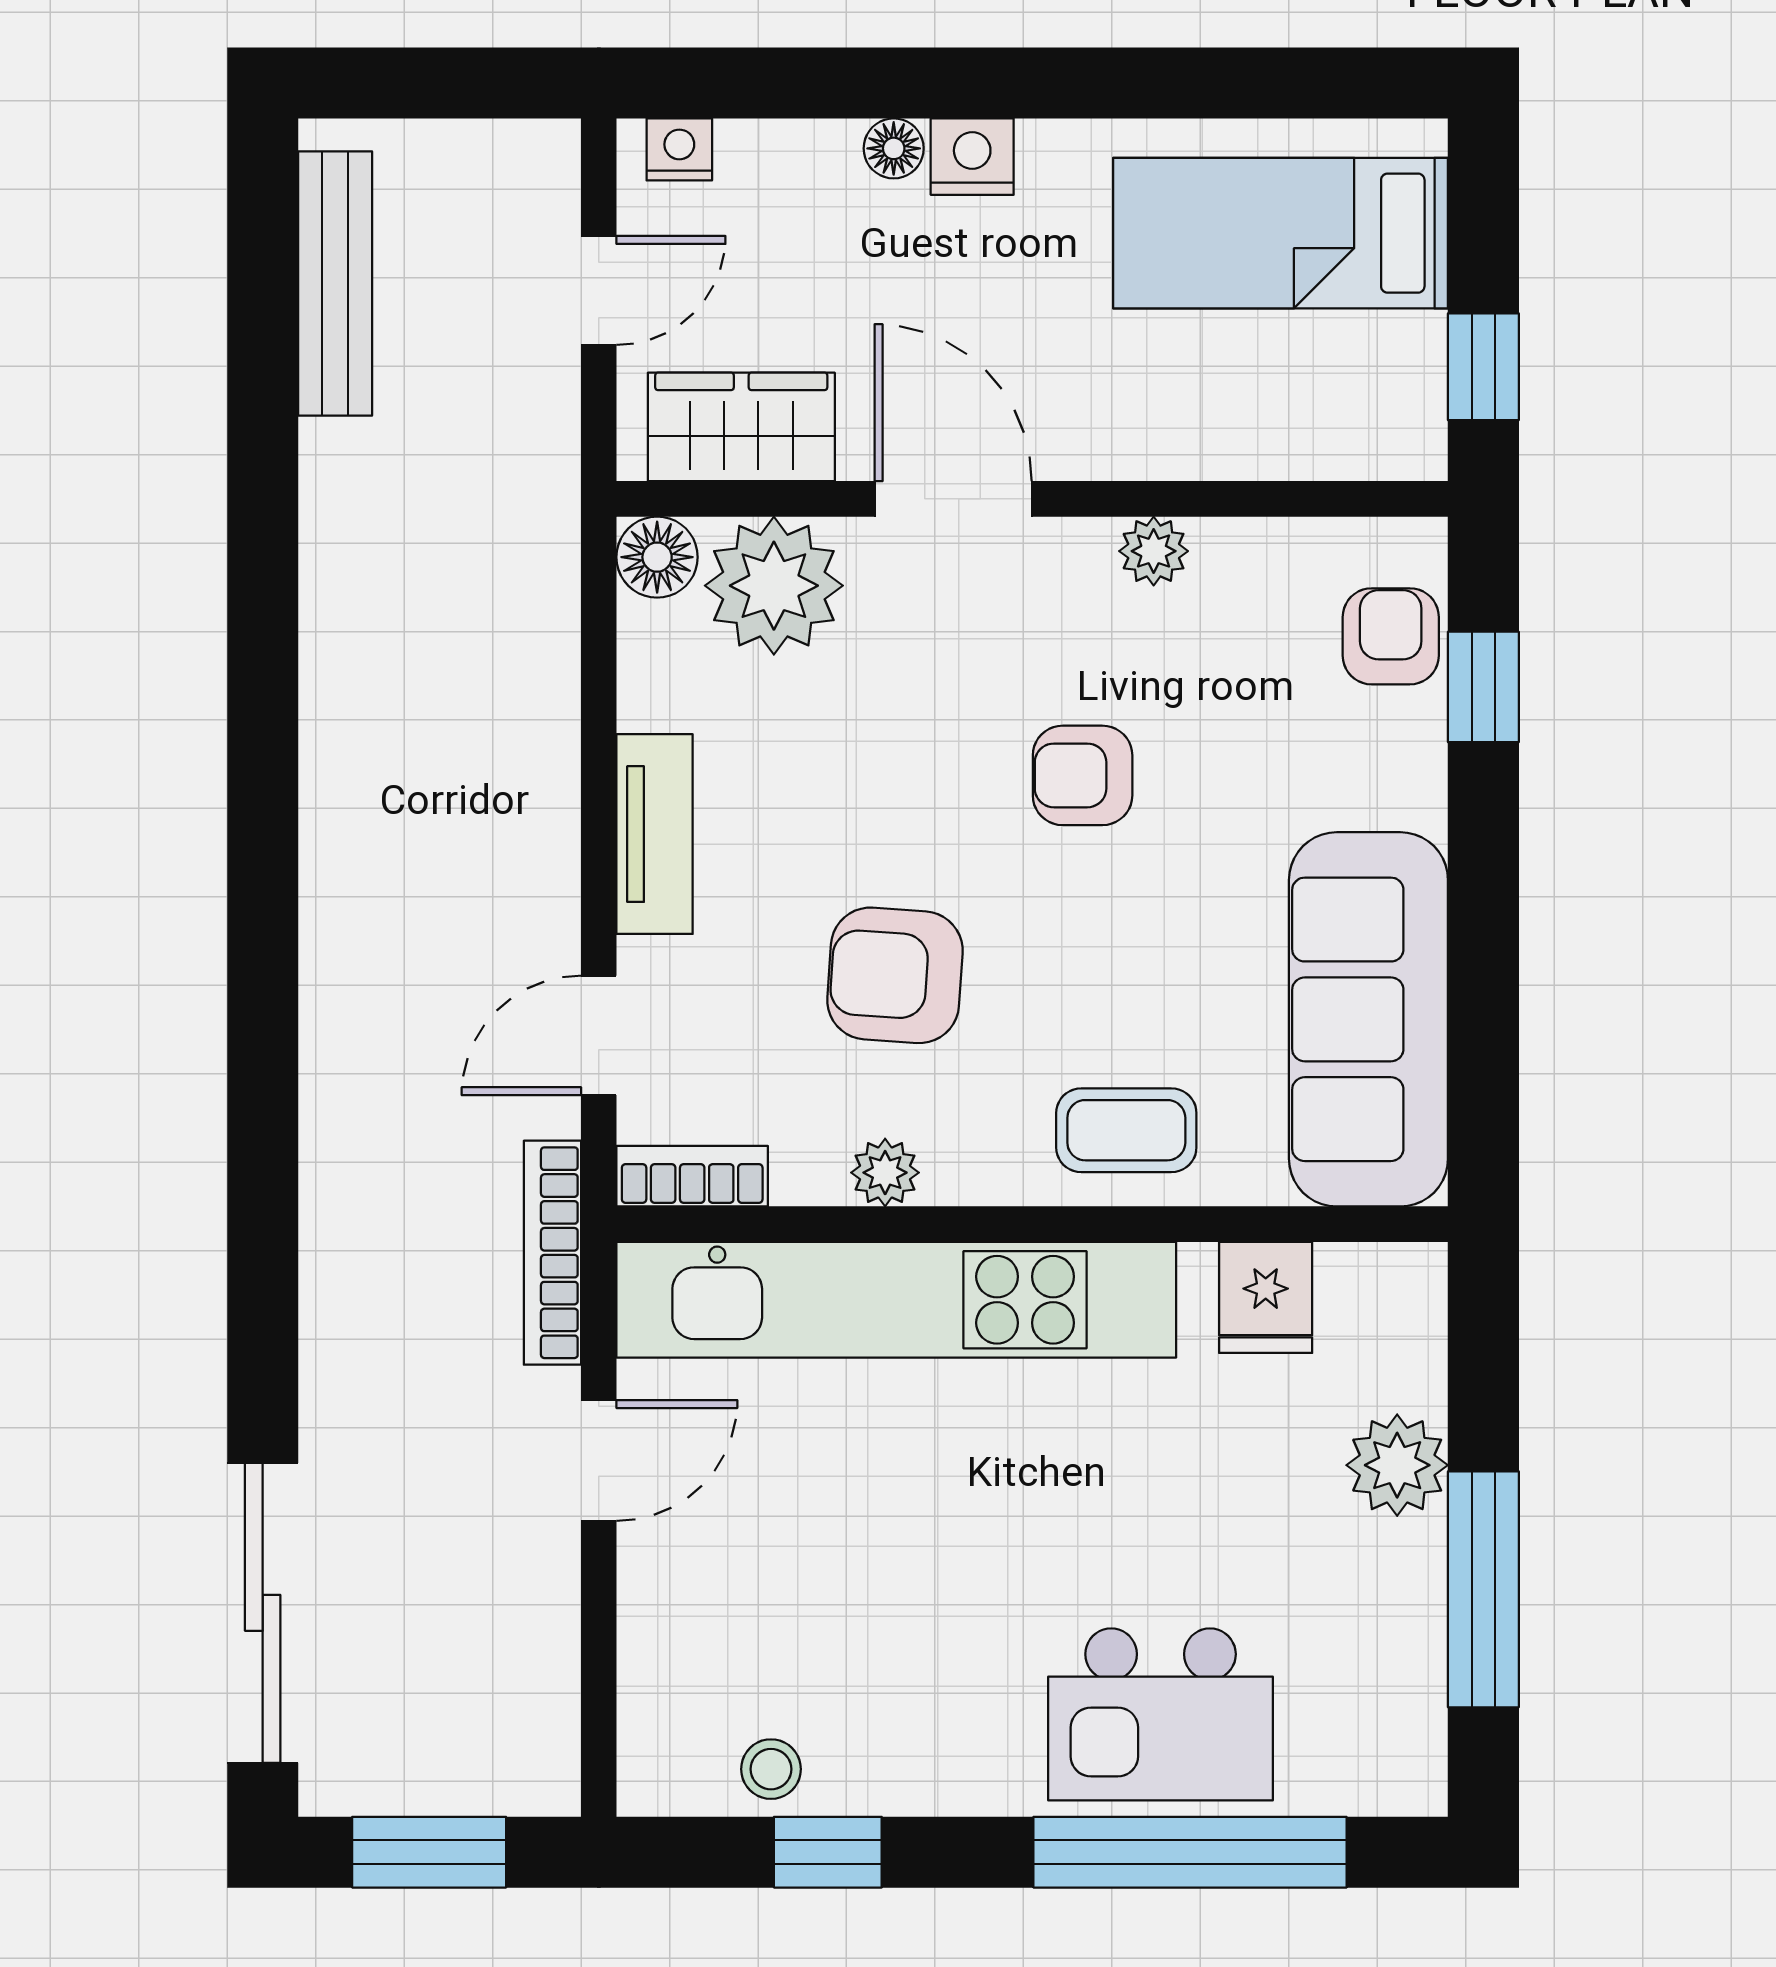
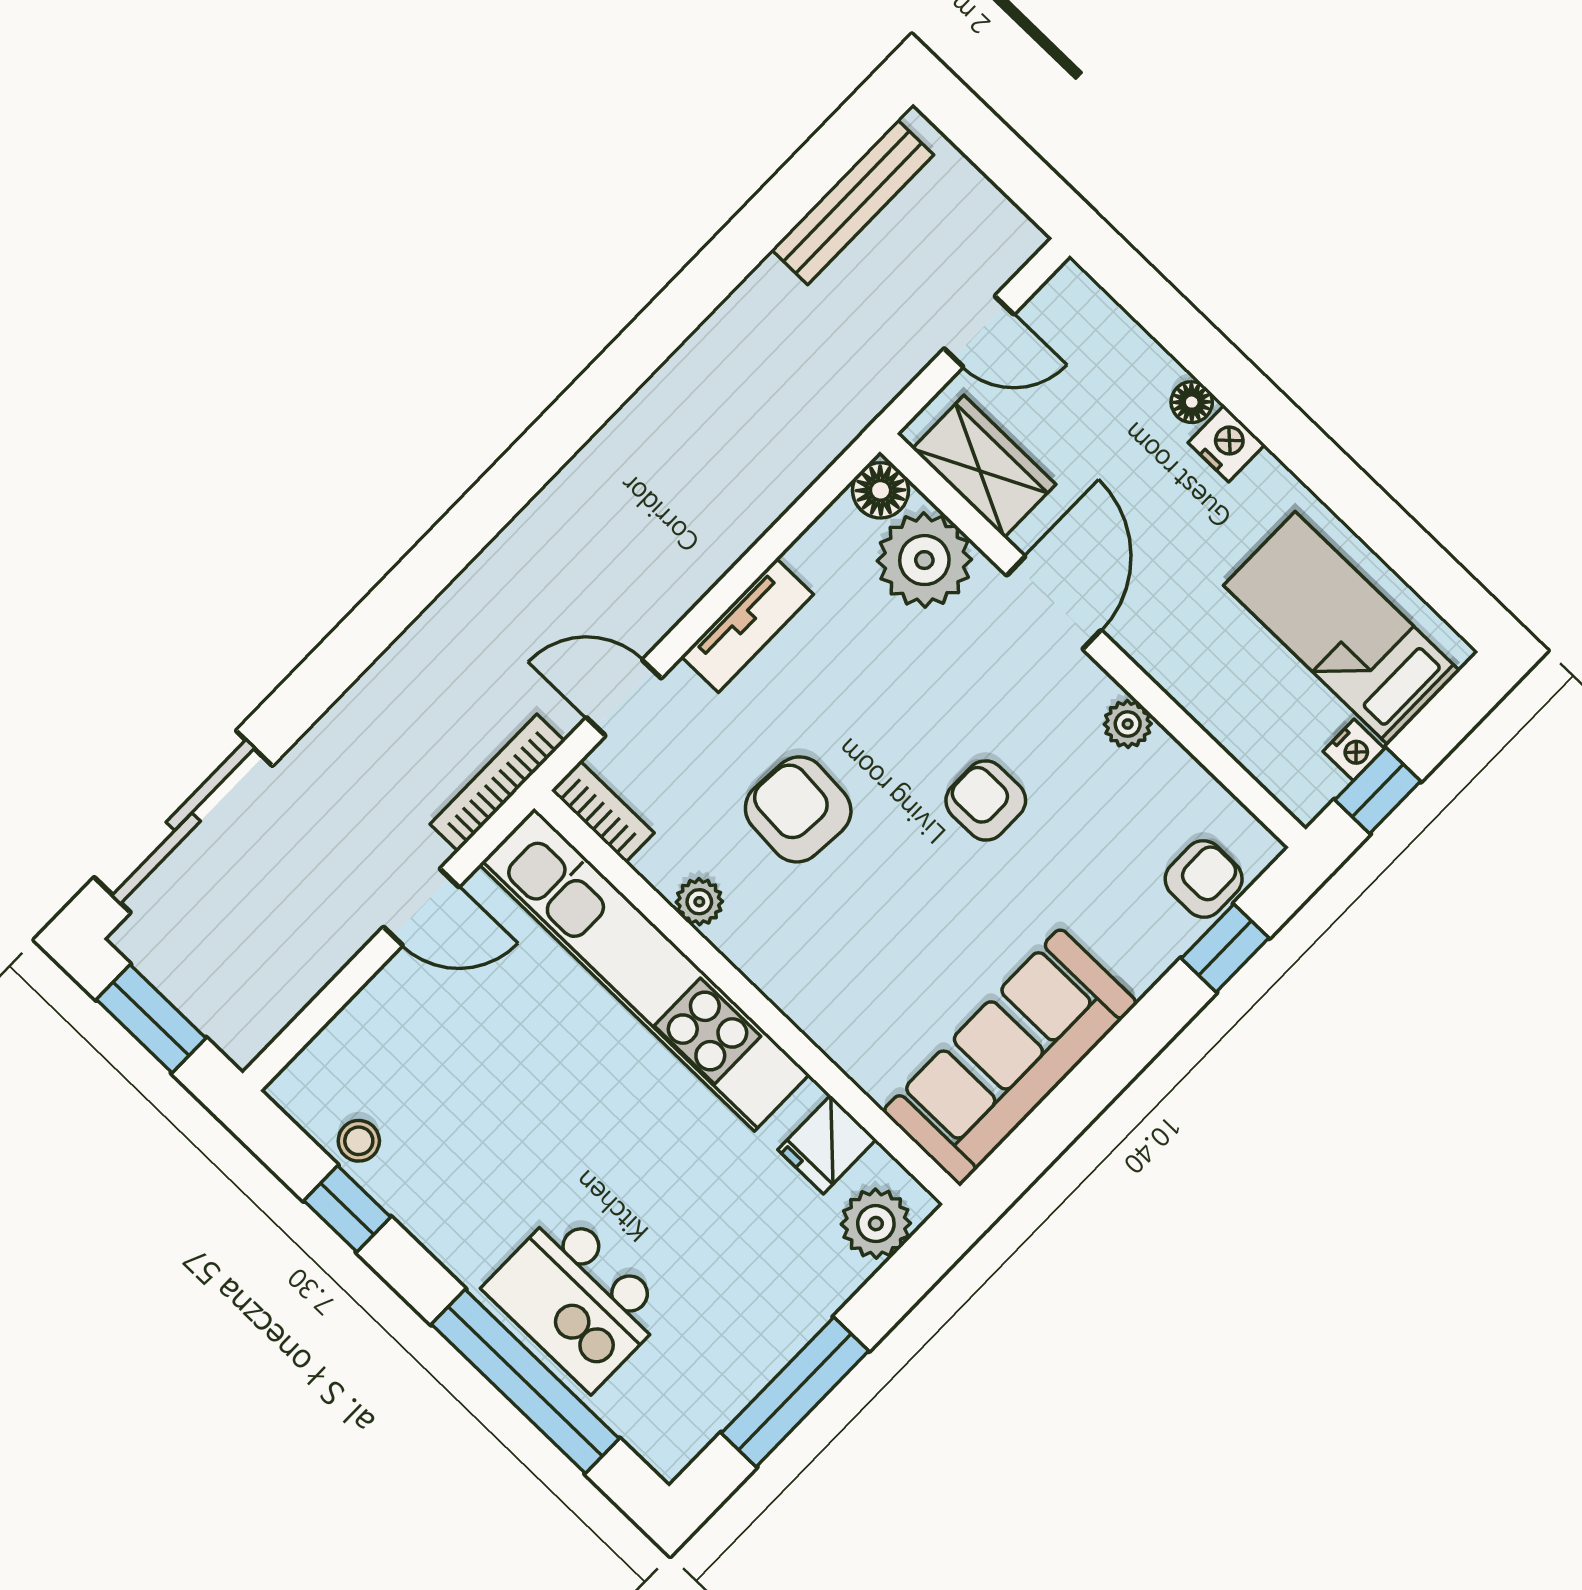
nightstand: (679, 149) -> (1354, 750), moved, turned 90
coffee table: (1126, 1130) -> (838, 996), removed
plant: (1397, 1465) -> (876, 1224), moved

